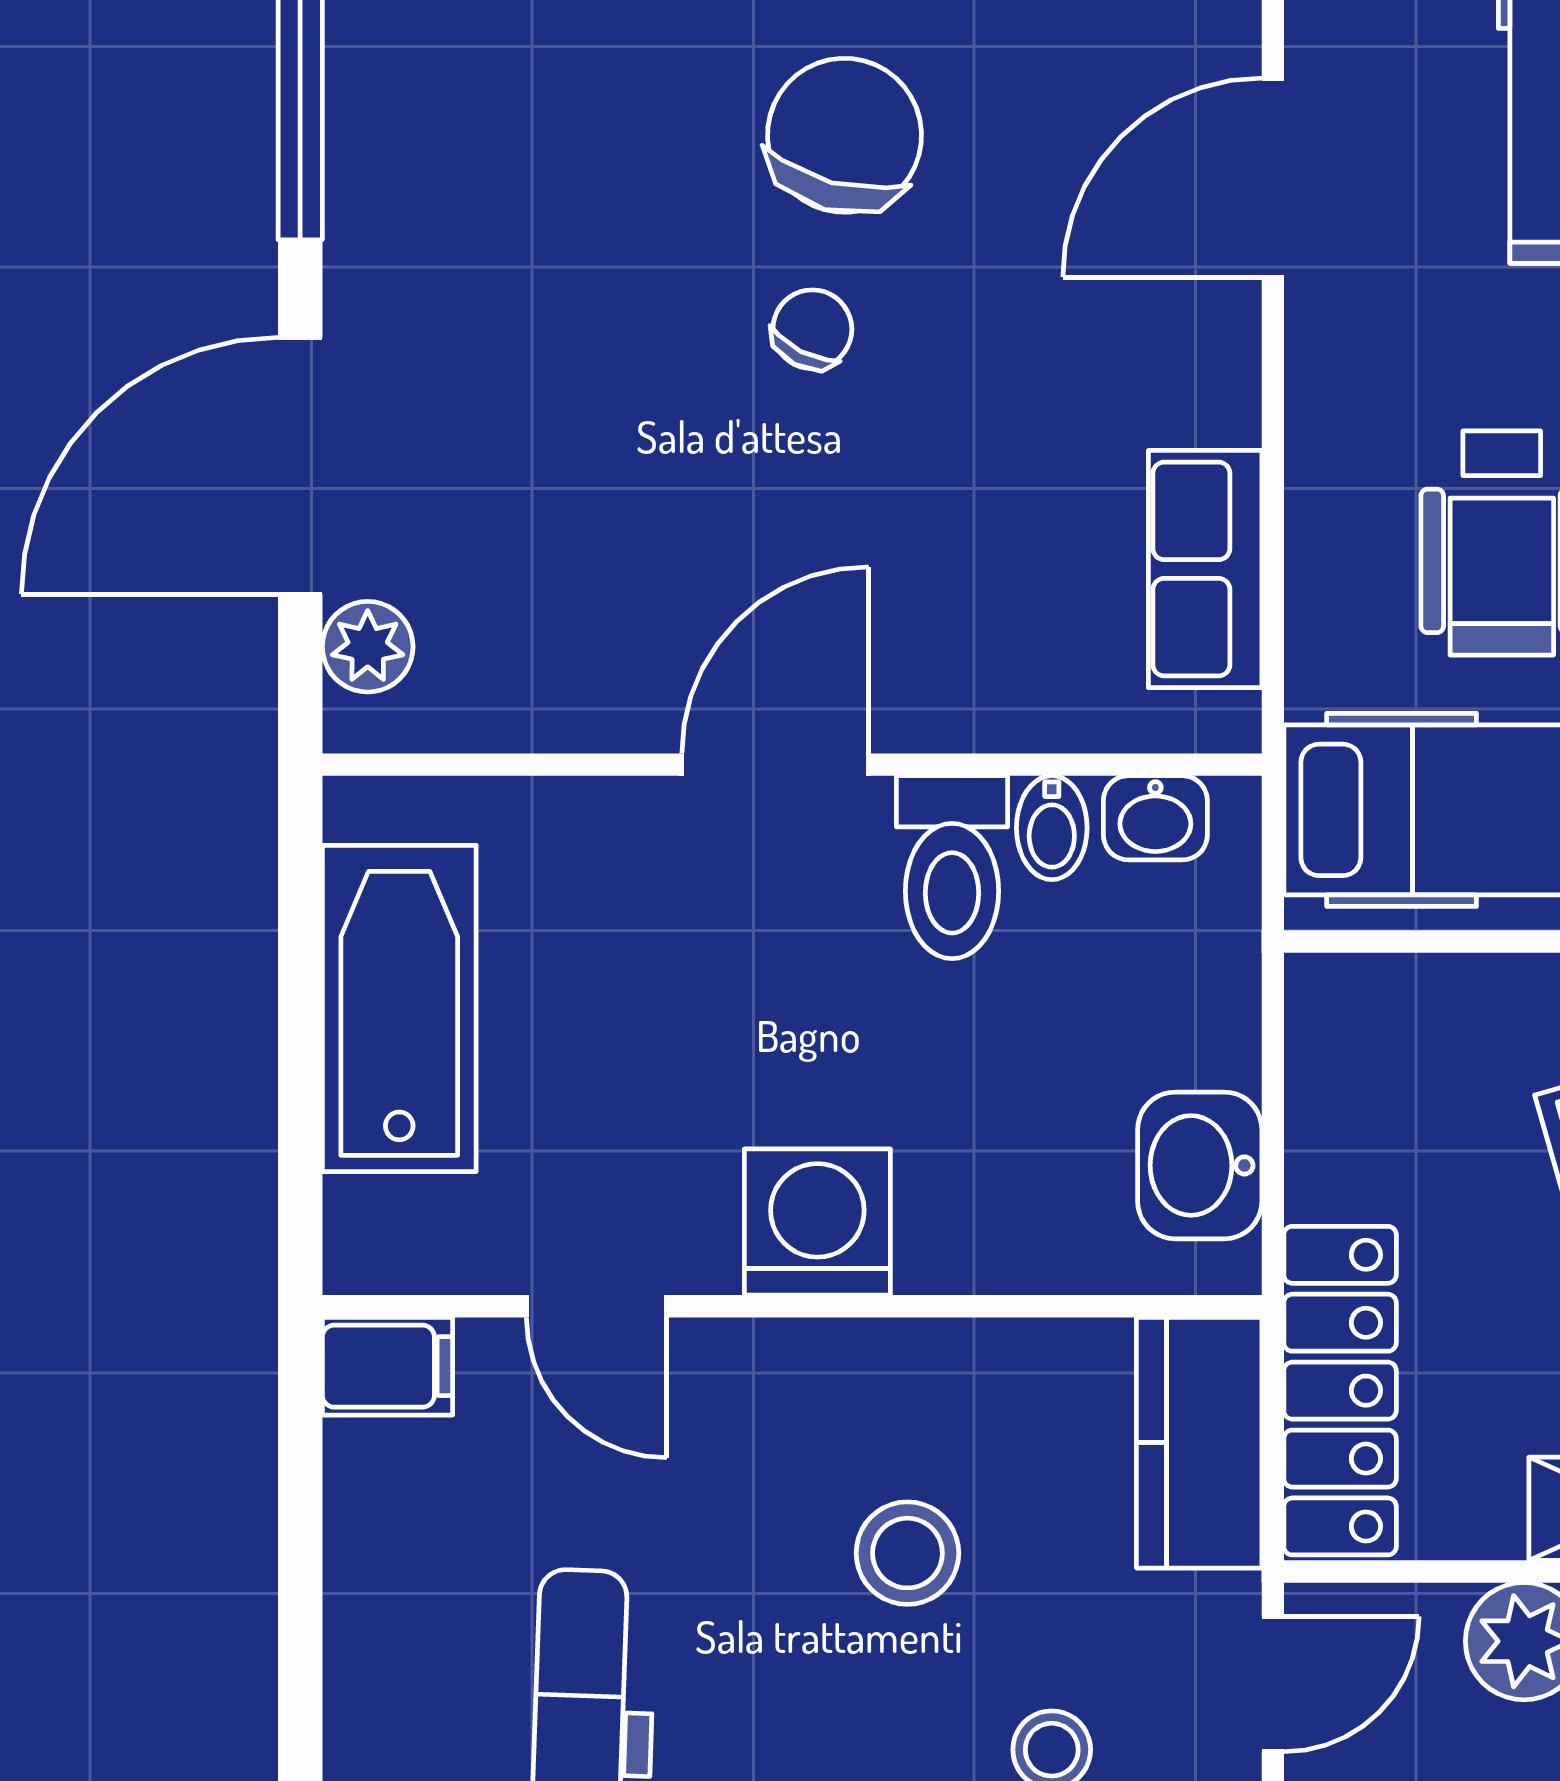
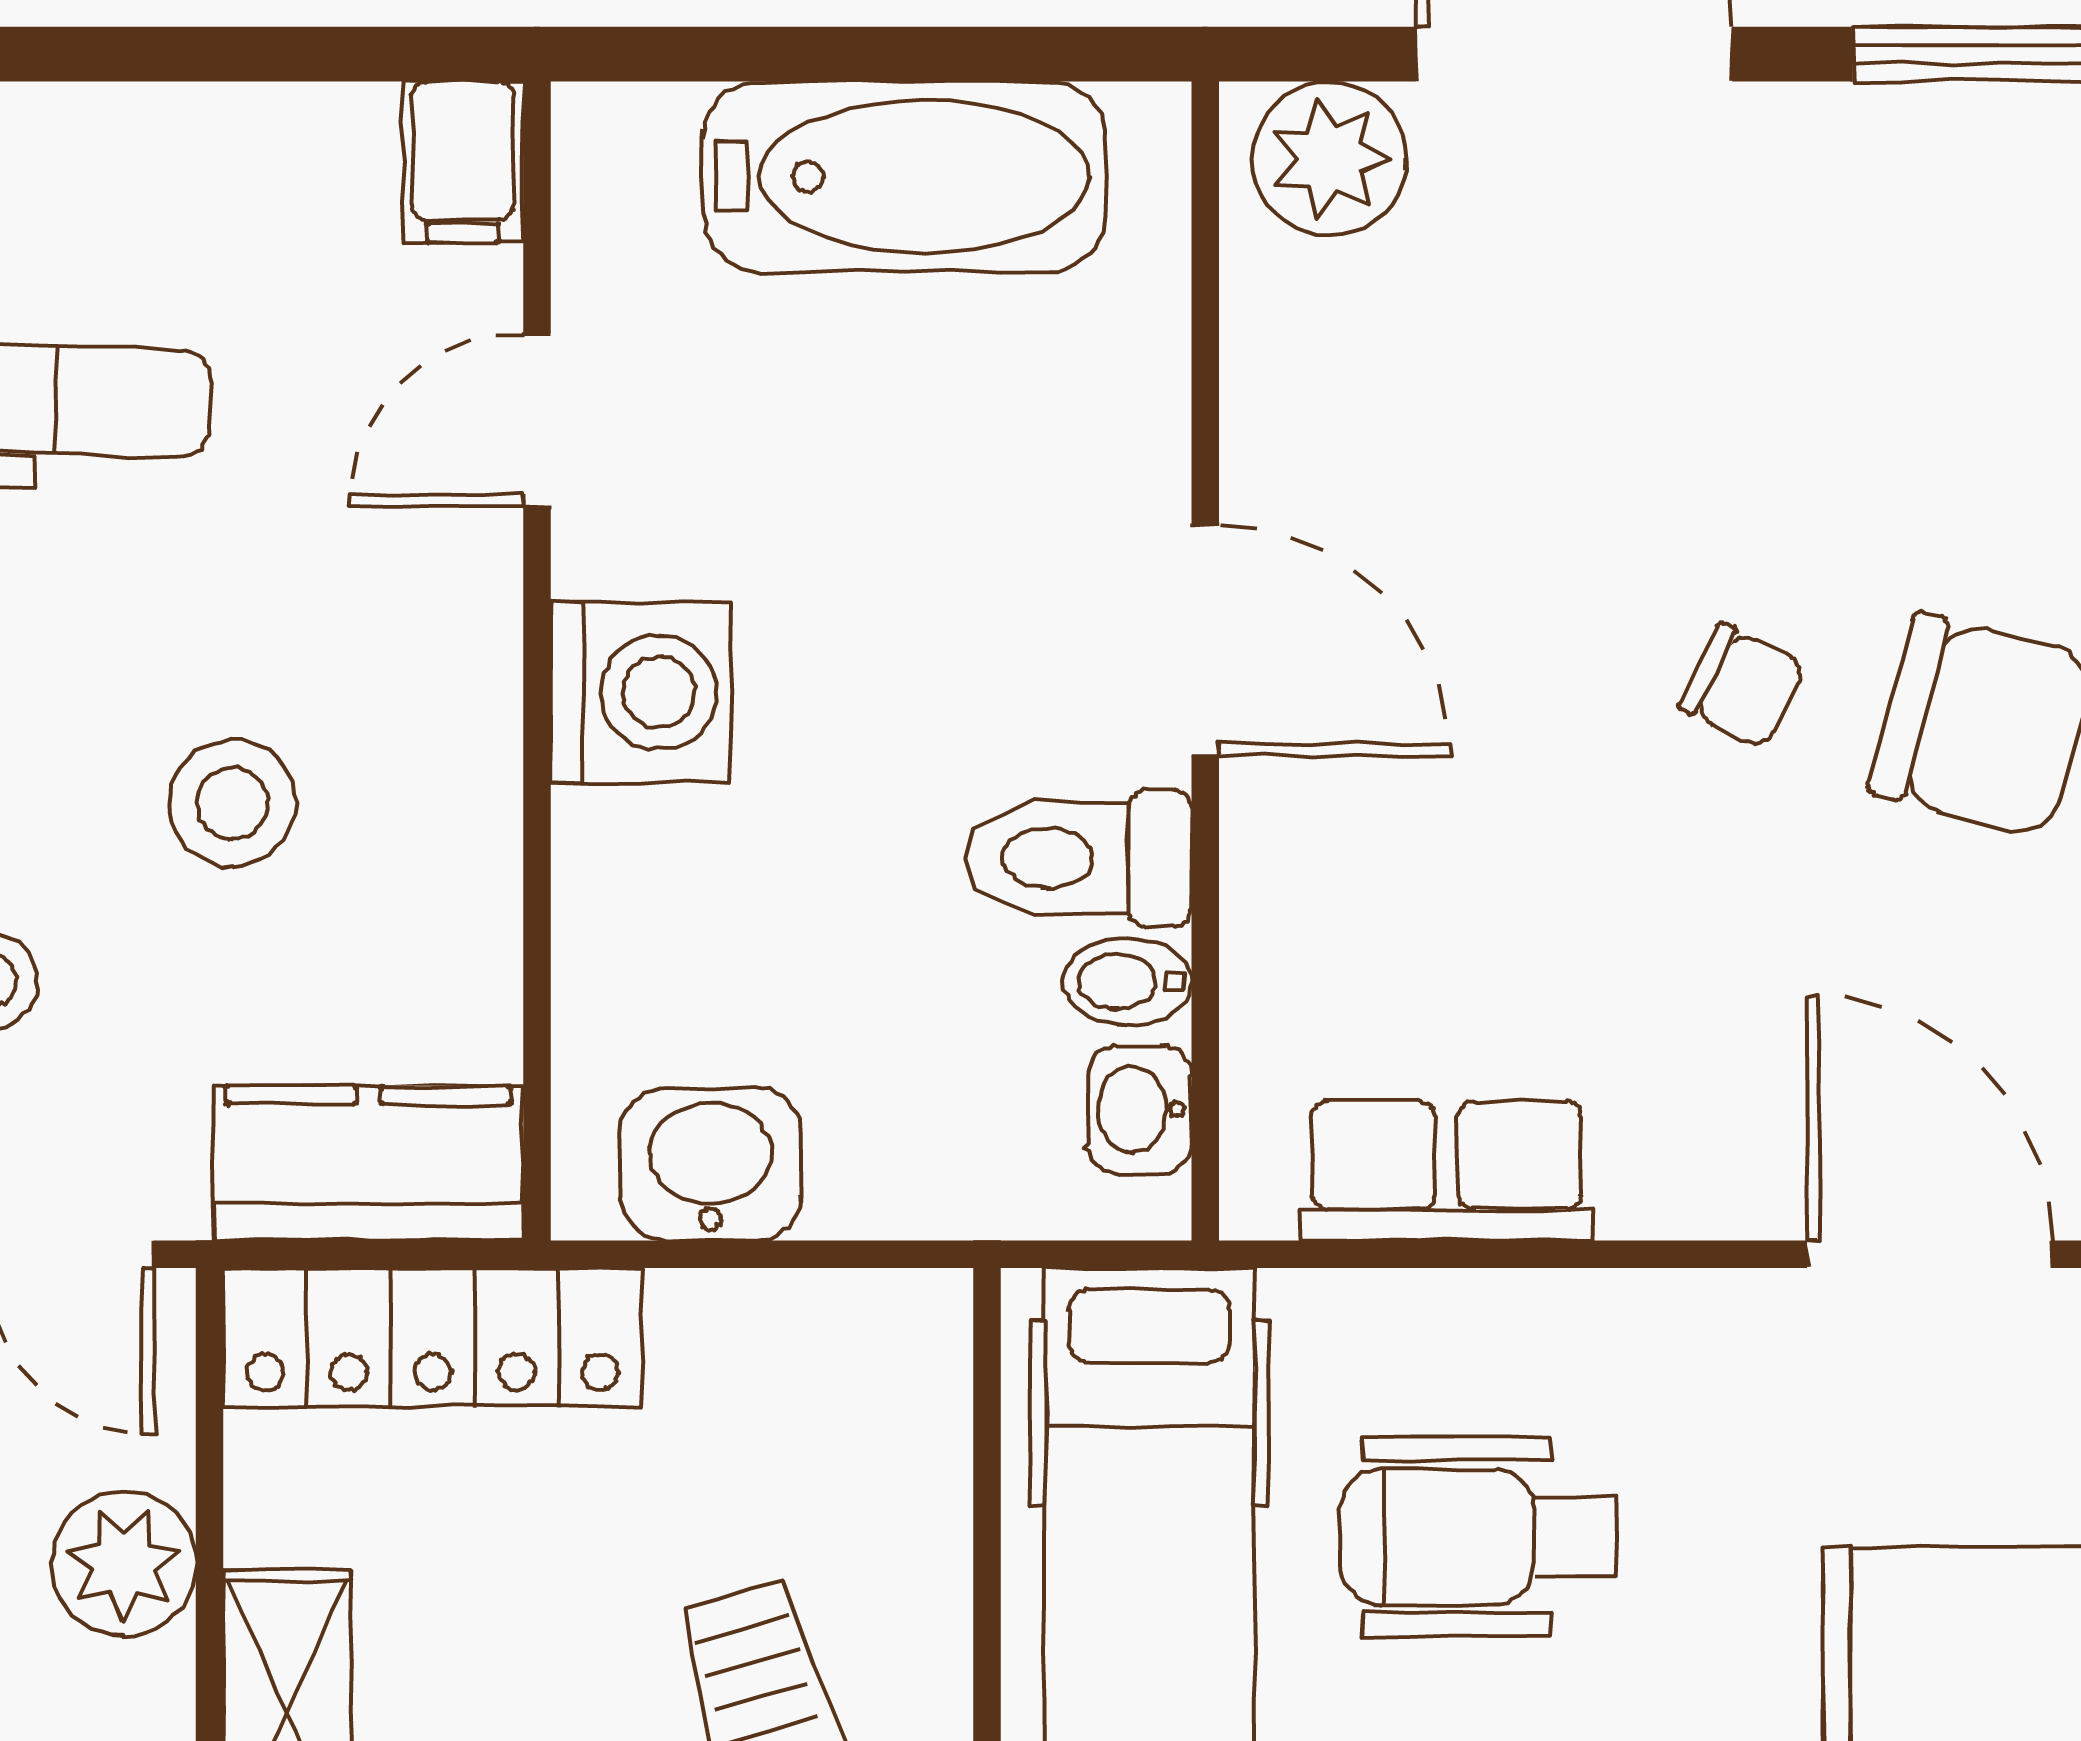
plant: (368, 647) -> (1330, 158), width x1.38, depth x1.38

